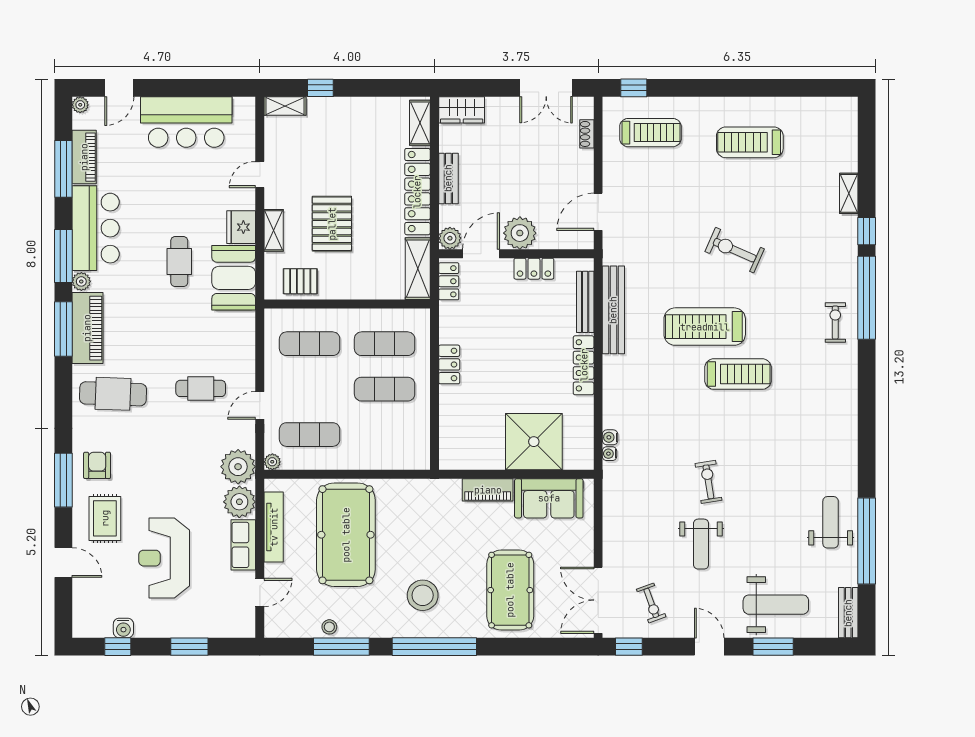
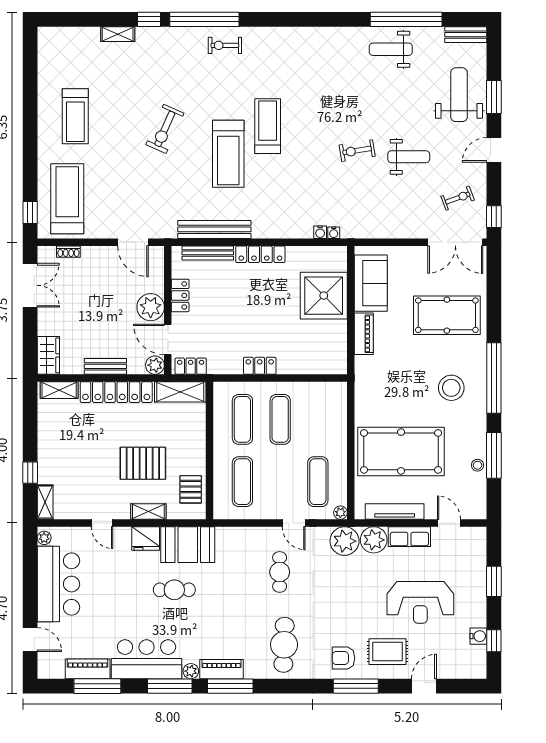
plant: (80, 105) -> (44, 538), moved
treadmill: (650, 133) -> (67, 199), width x1.37, depth x1.38
piano: (87, 328) -> (222, 669), width x0.73, depth x0.75

